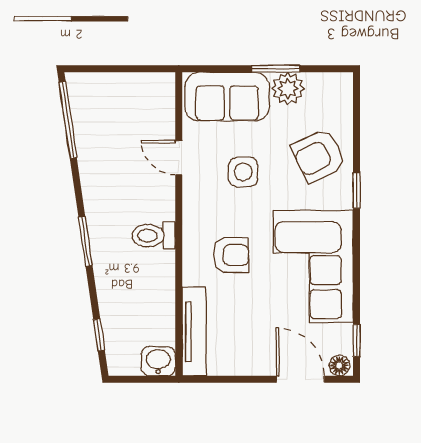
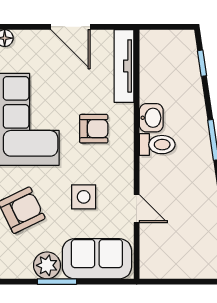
armchair: (231, 255) -> (94, 129), turned 180
washbasin: (158, 361) -> (151, 118), moved, turned -90
door: (300, 379) -> (70, 27), moved

